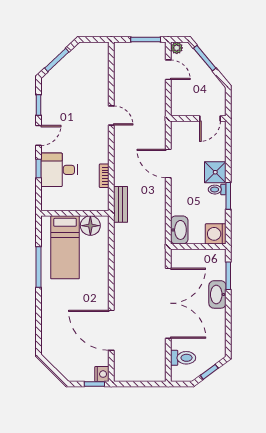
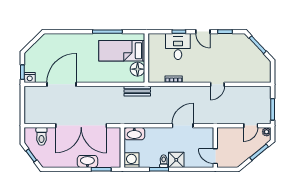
bench: (121, 204) -> (137, 91), moved

